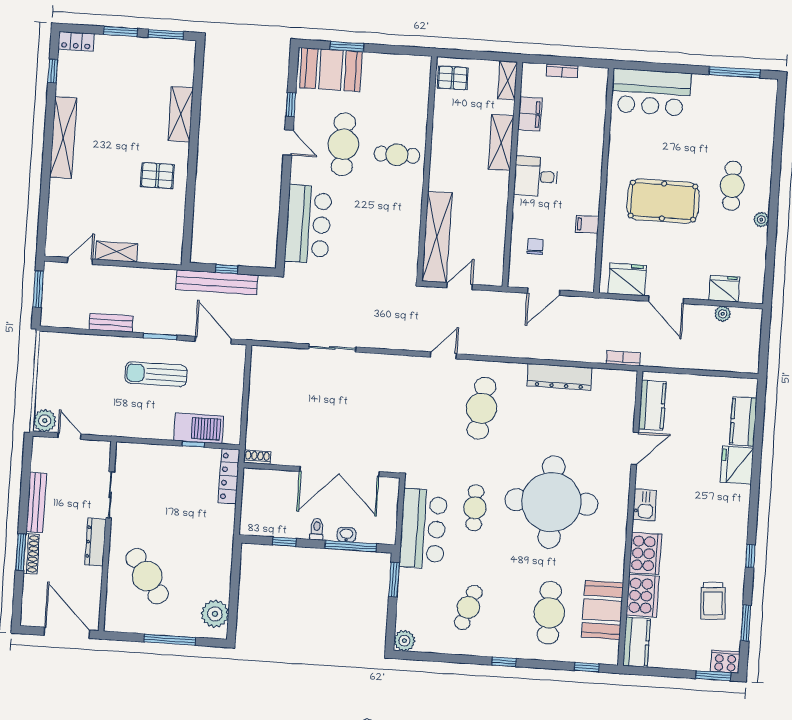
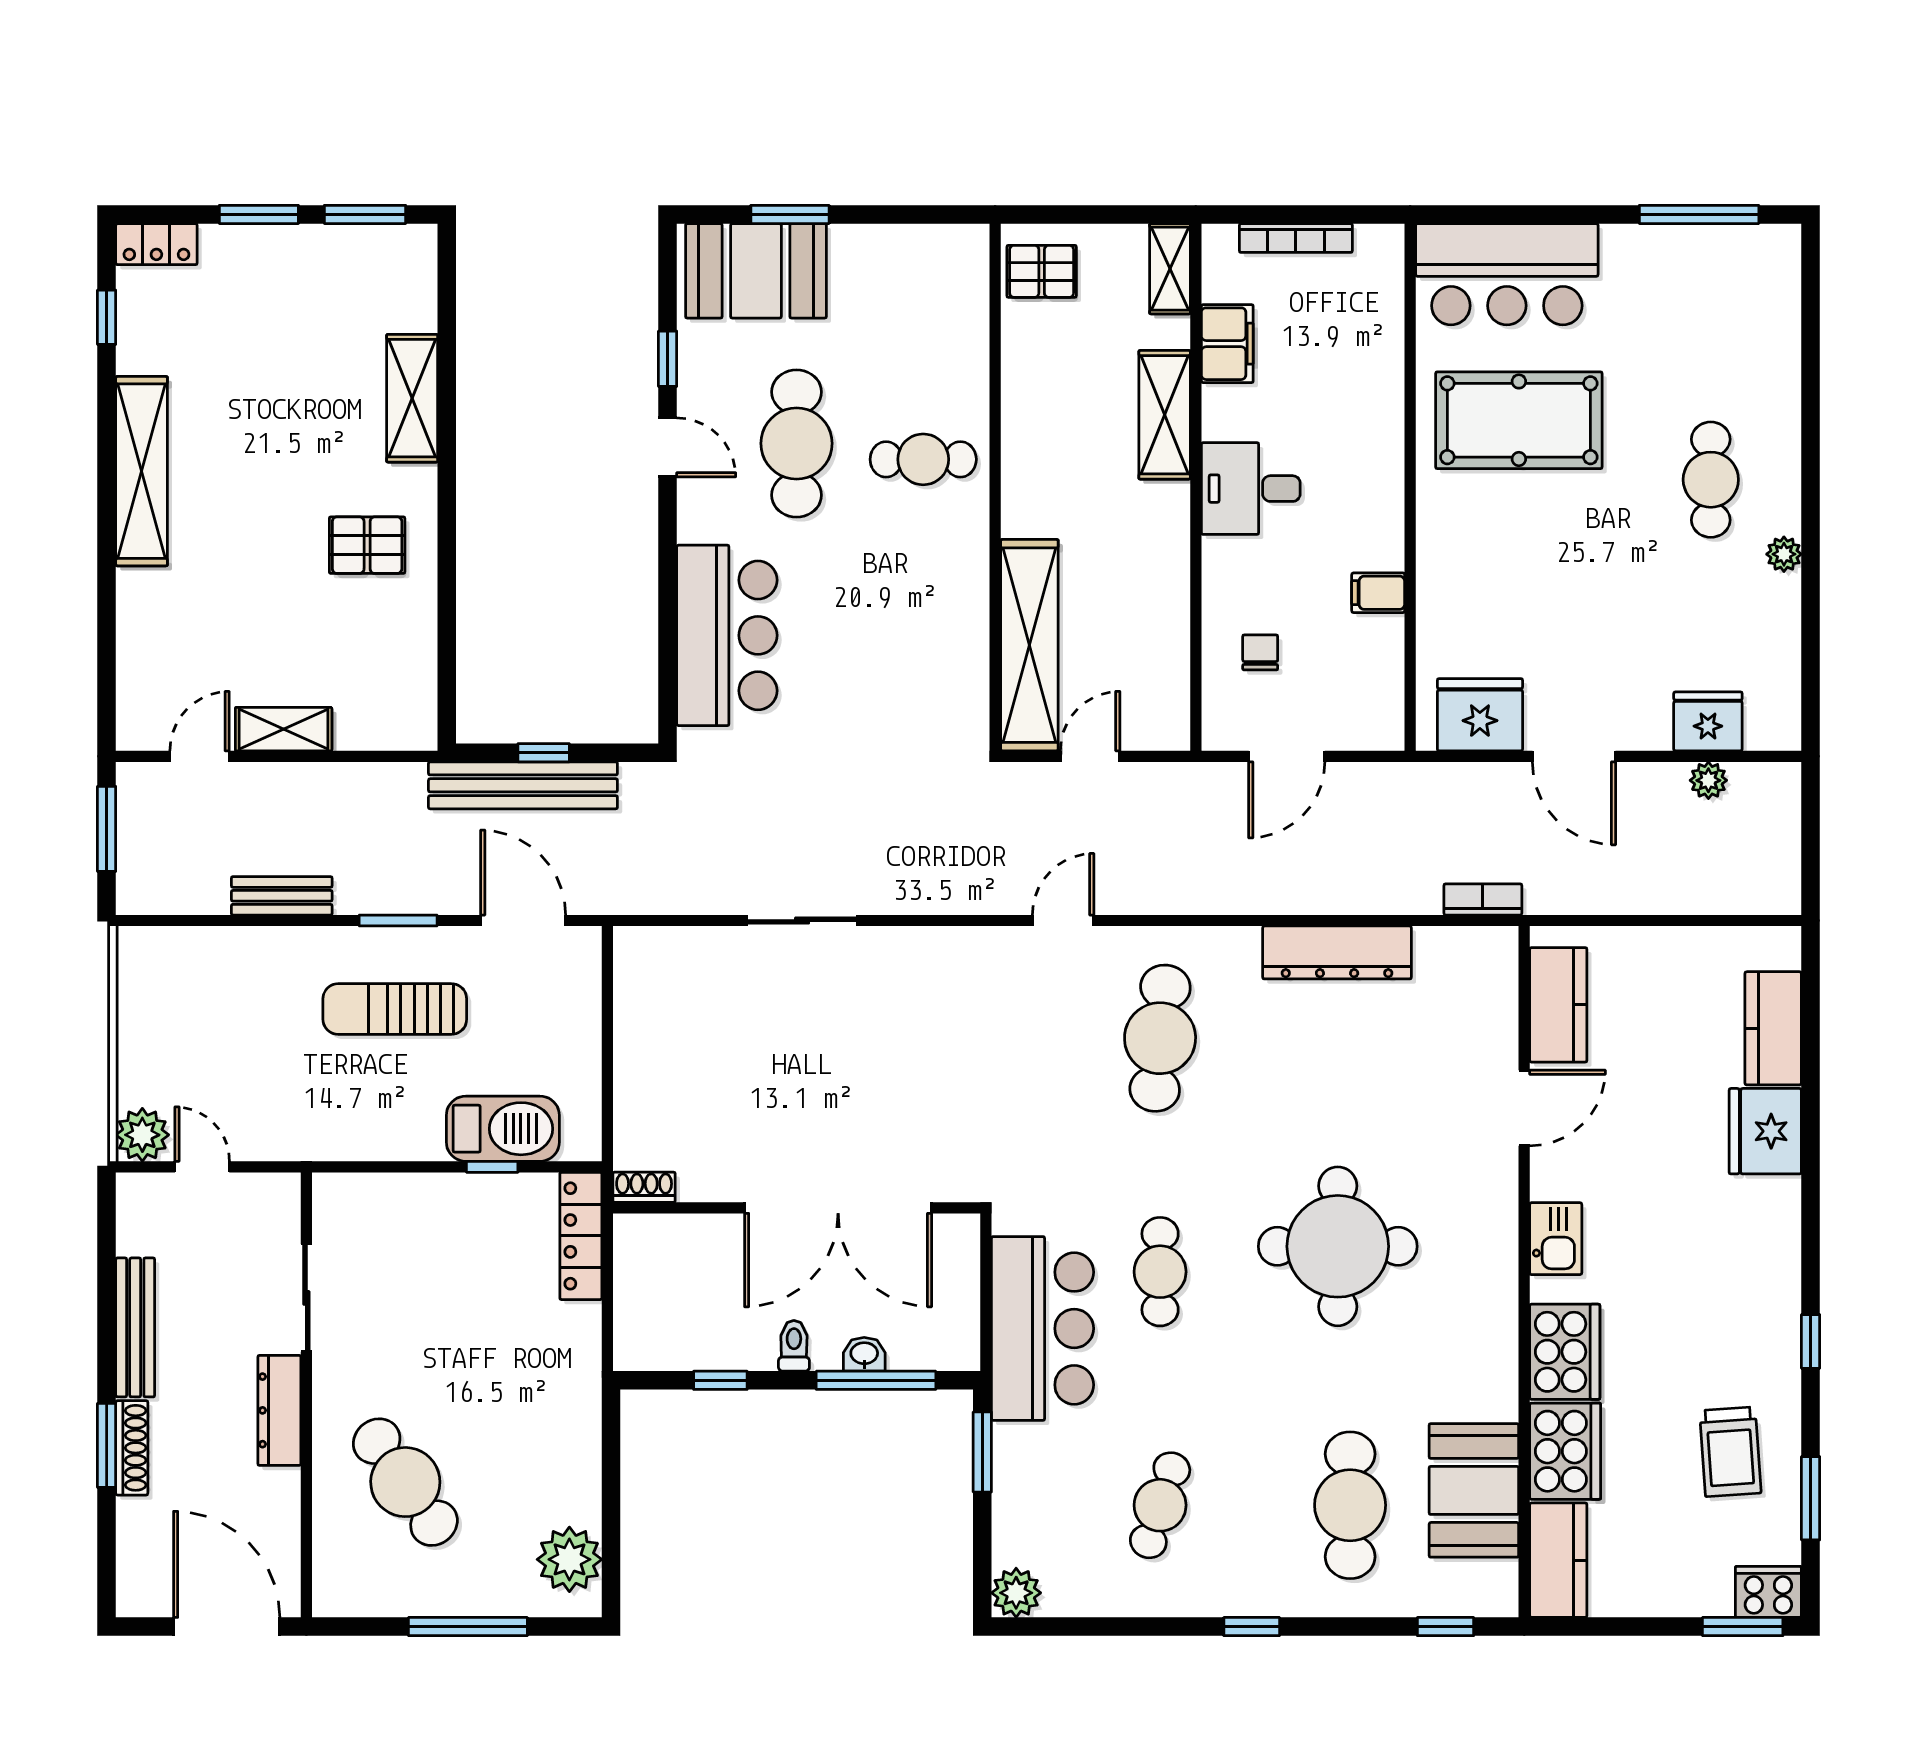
bookcase: (562, 71) -> (1296, 238), width x1.56
pool table: (663, 201) -> (1519, 420), moved
round table: (551, 502) -> (1338, 1246), width x0.73, depth x0.73

